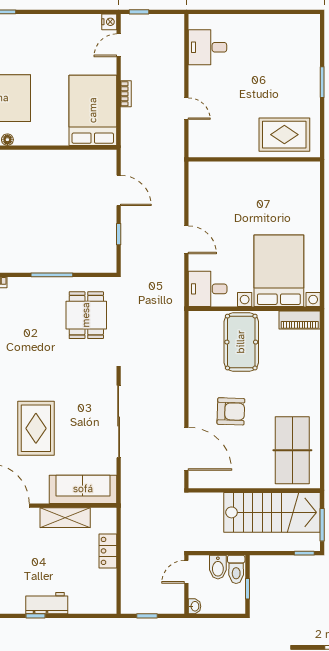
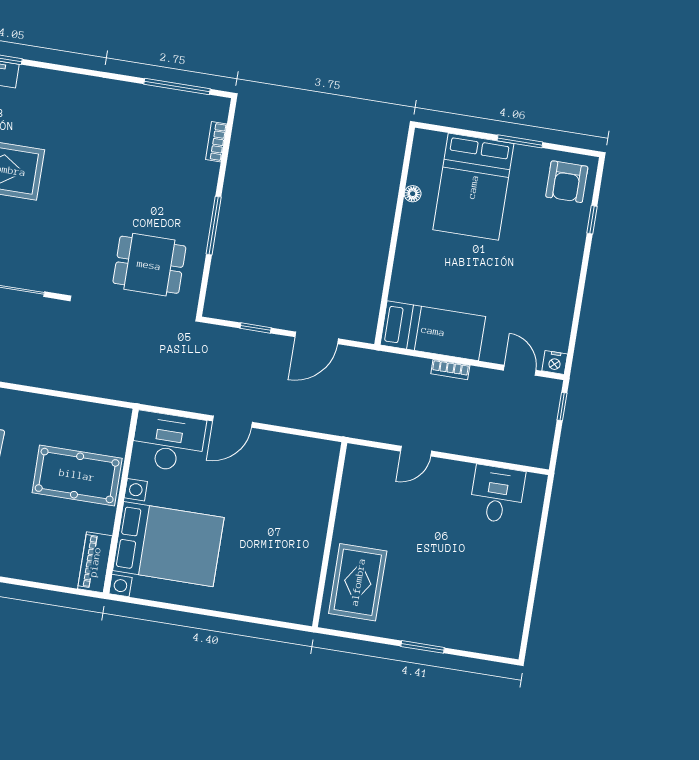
bed: (93, 110) -> (433, 331), width x0.67
desk: (208, 289) -> (168, 442), width x1.37

